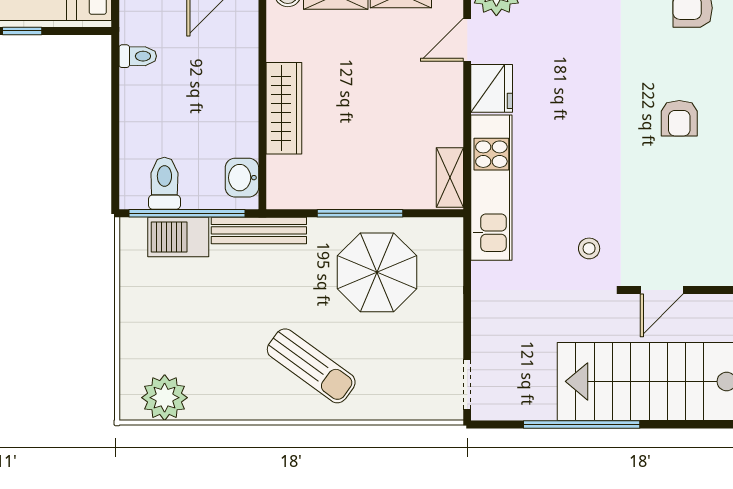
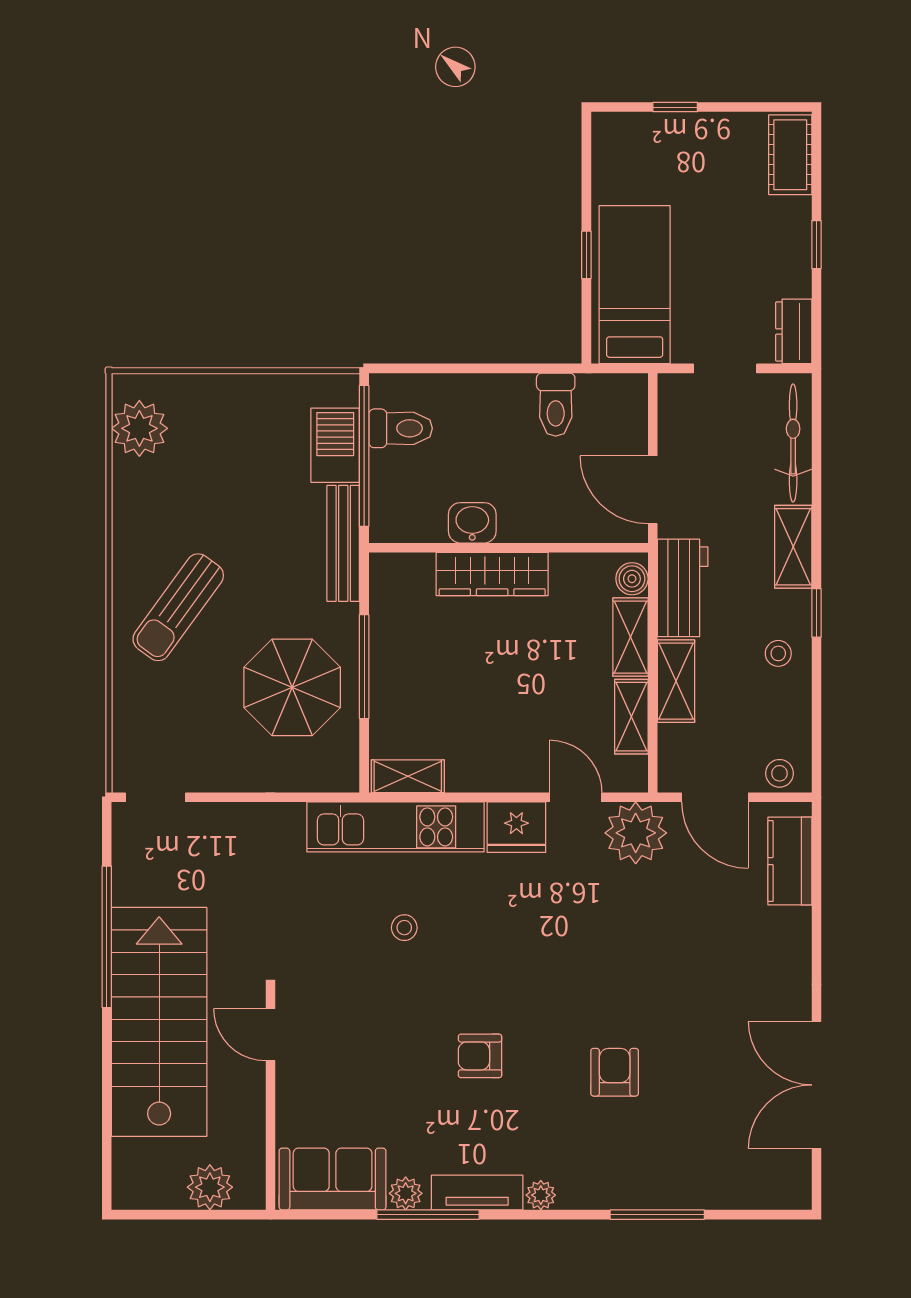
toilet: (138, 56) -> (556, 405), width x1.37, depth x1.39
washbasin: (242, 178) -> (472, 523), moved
stool: (589, 248) -> (404, 928), moved

